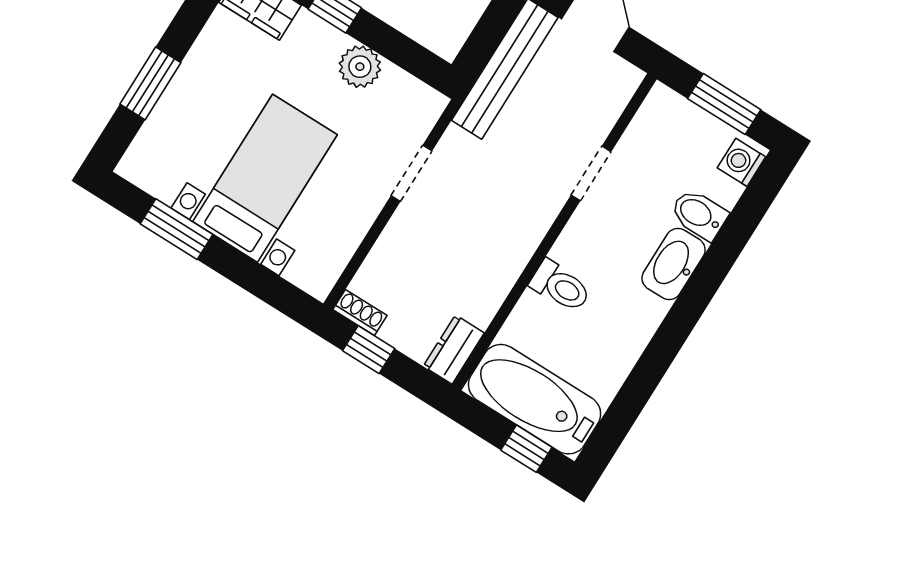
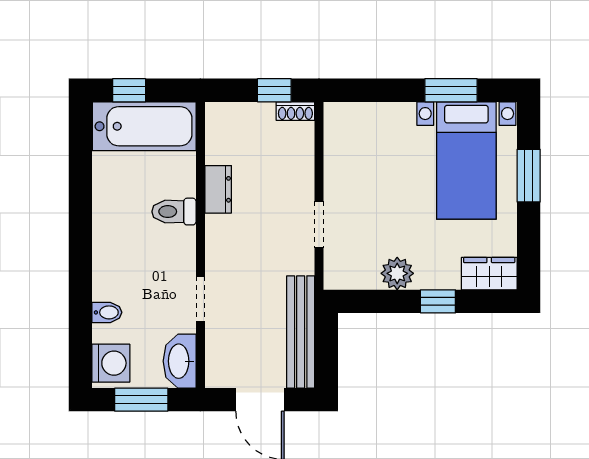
washing machine: (741, 162) -> (111, 363), width x1.38, depth x1.38
bed with nightstands: (265, 178) -> (466, 161), moved
bidet: (699, 214) -> (107, 312), width x0.72, depth x0.74
washbasin: (674, 264) -> (180, 361), moved, turned 180
dresser: (454, 350) -> (218, 189), moved

